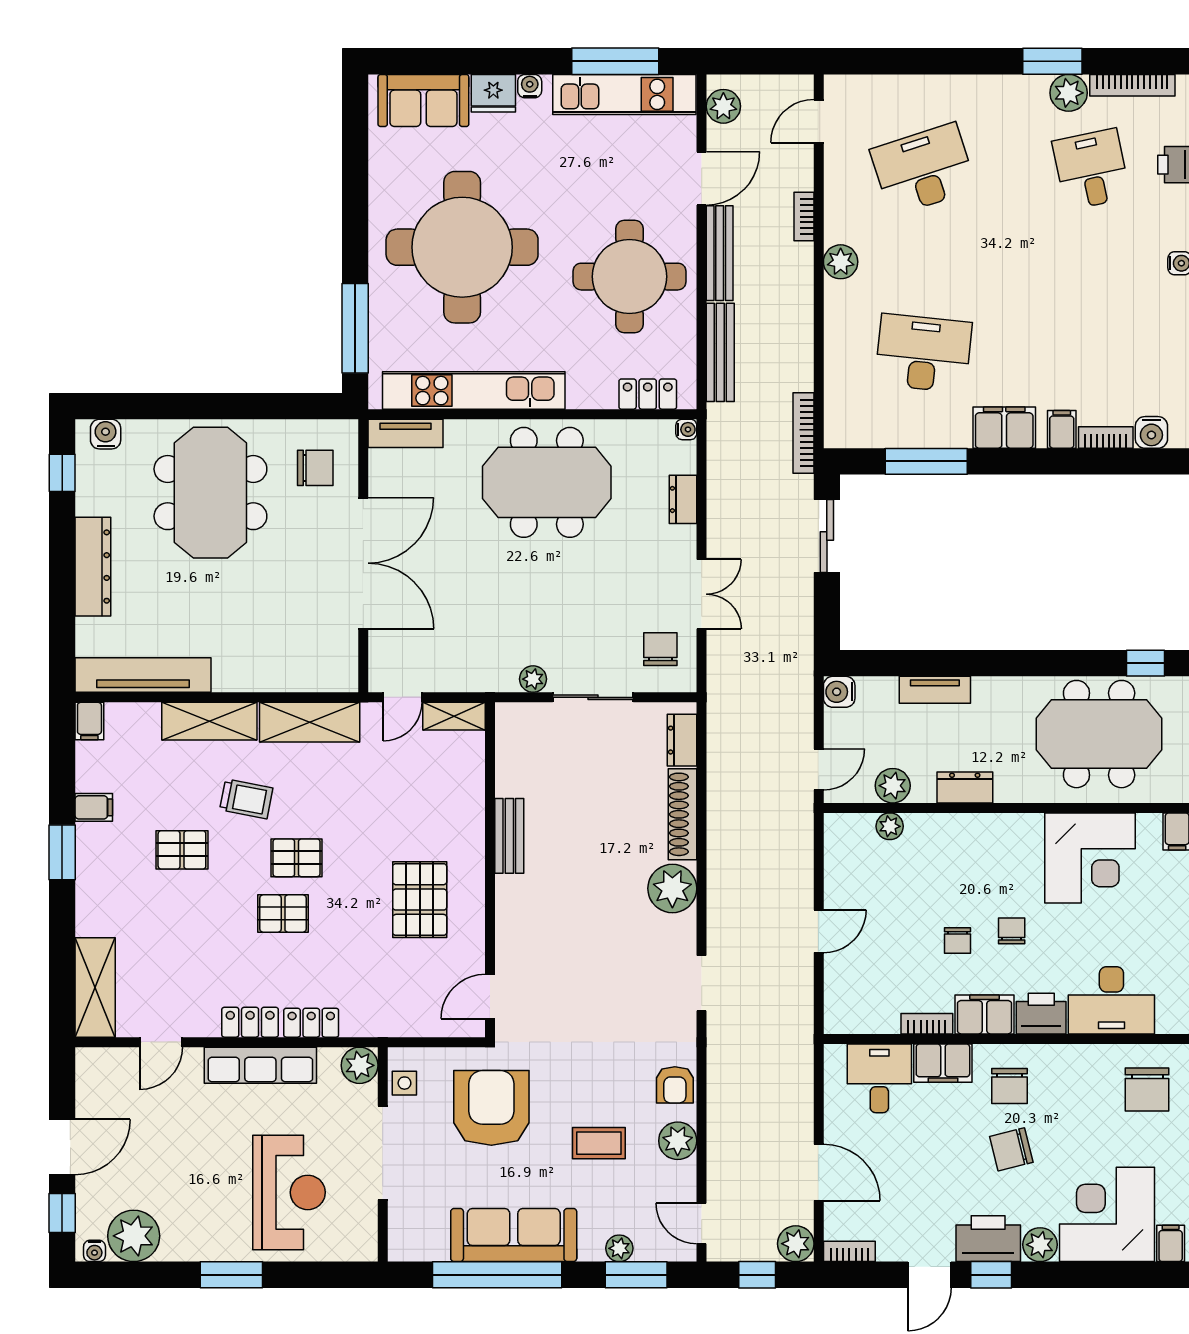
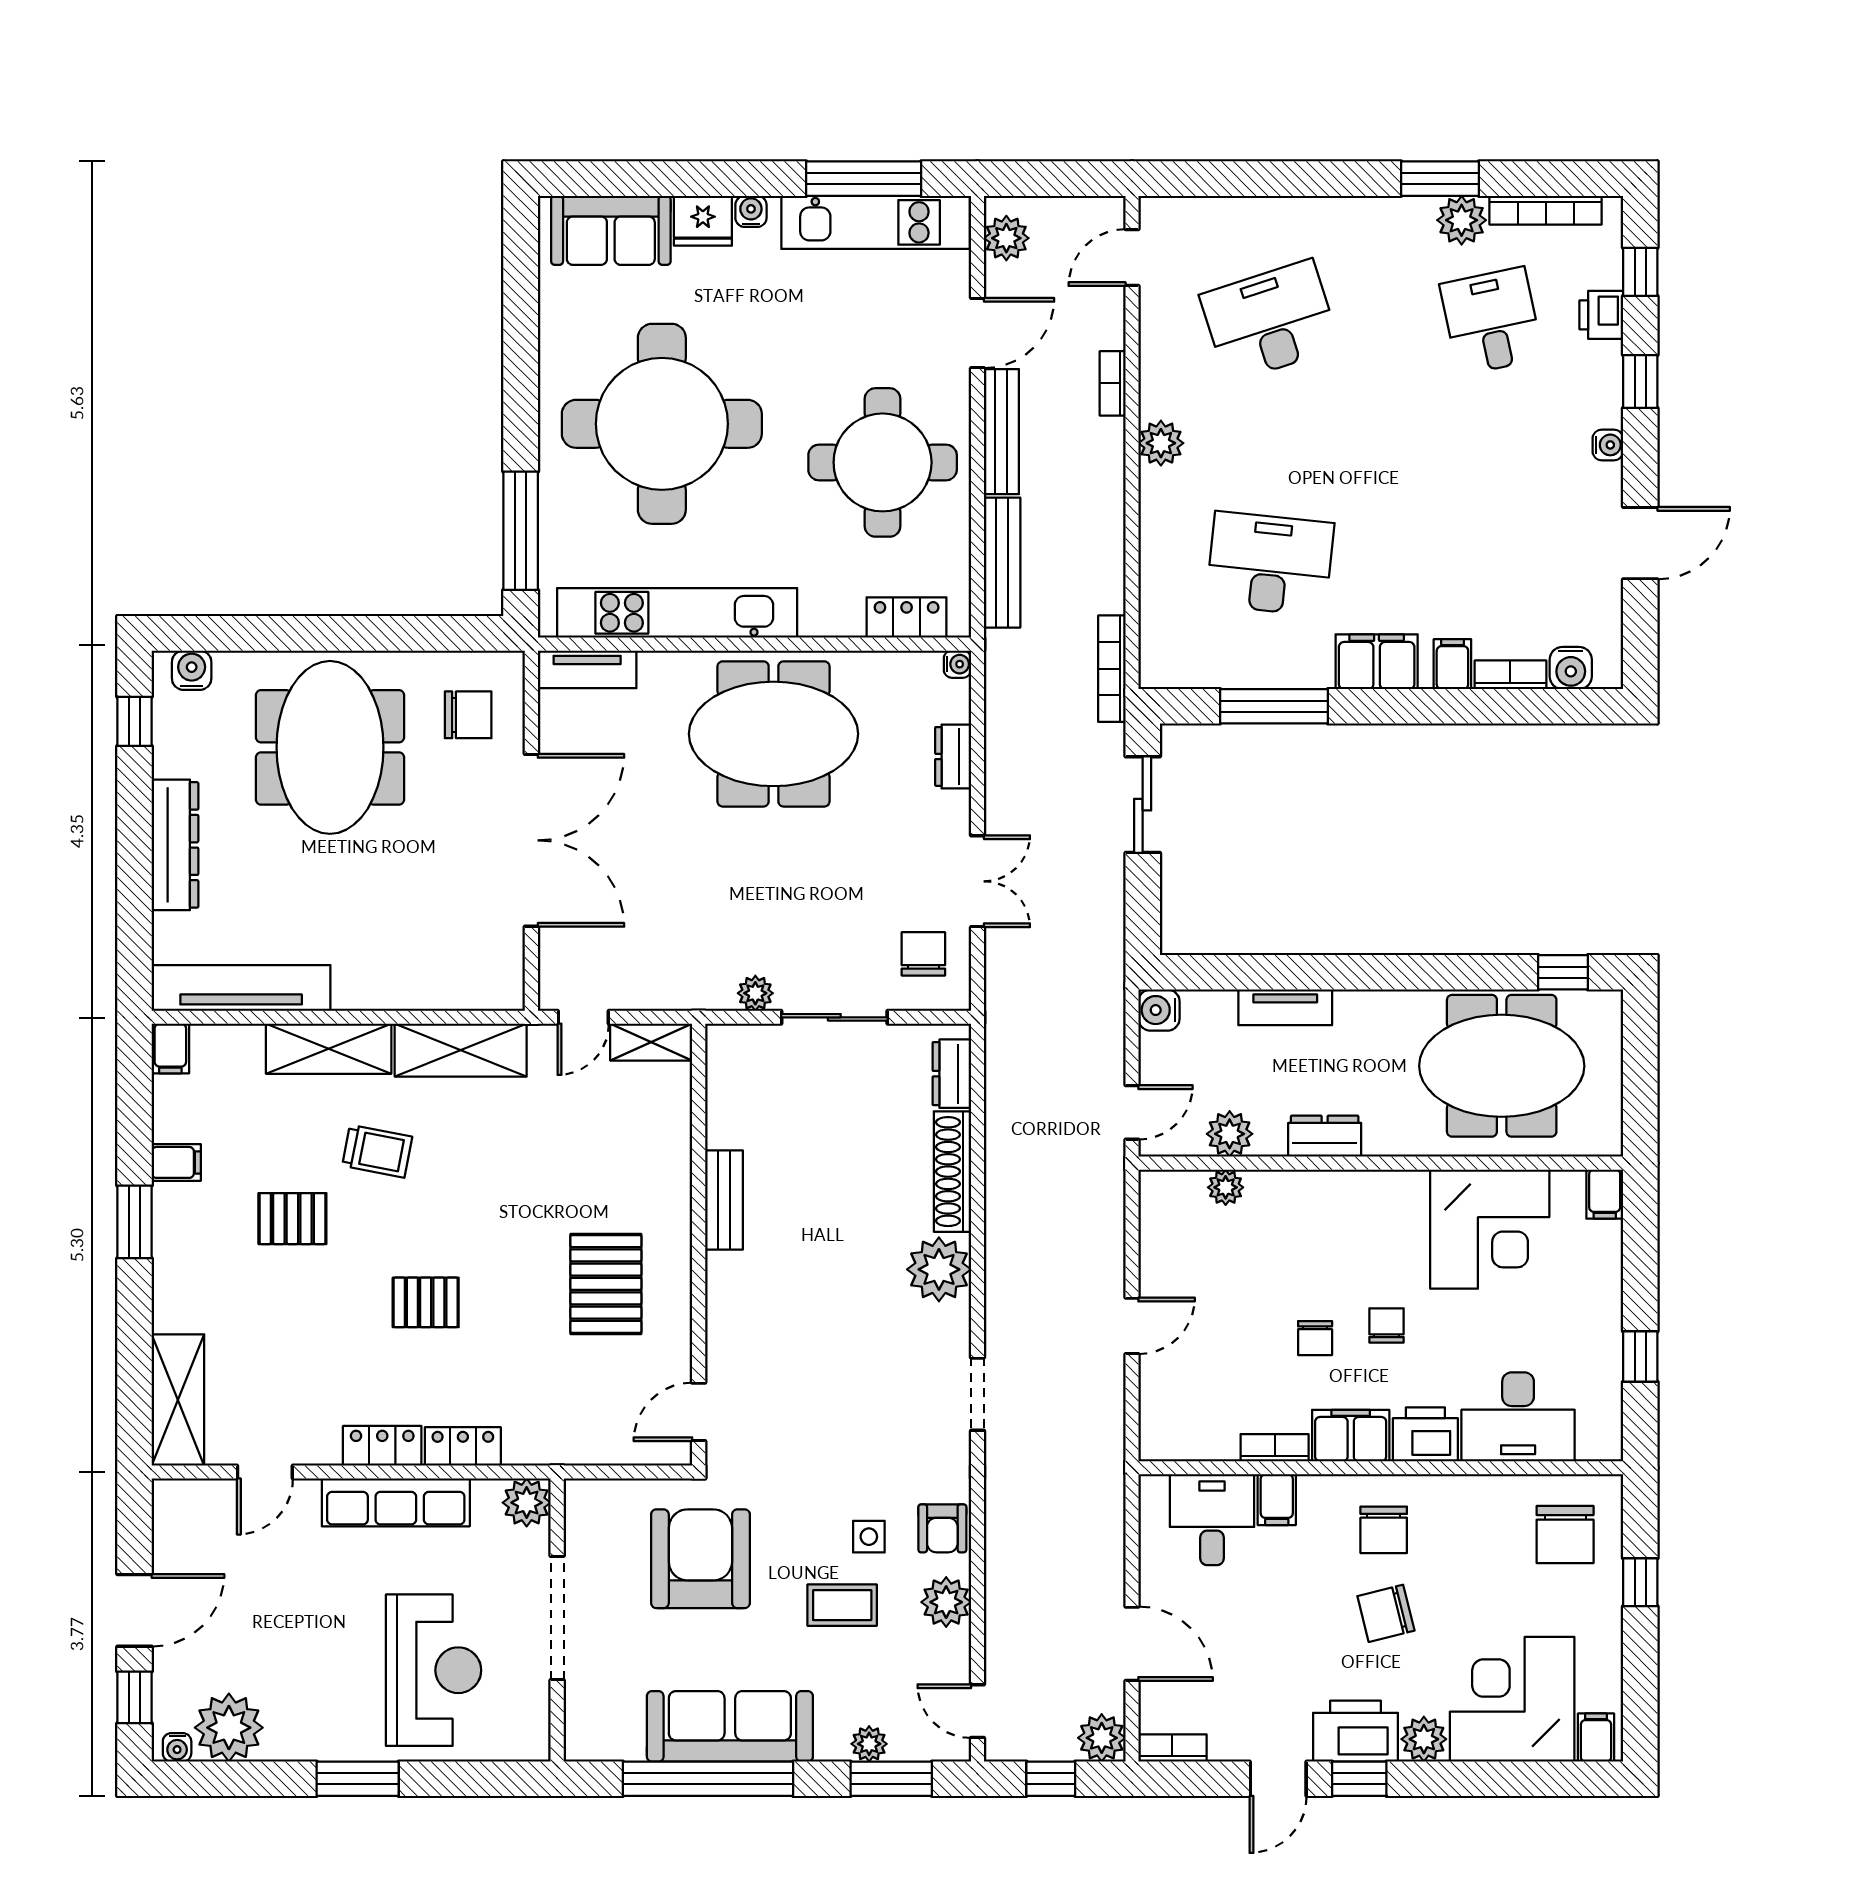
pallet: (297, 858) -> (443, 1229), removed
filing cabinet: (943, 1063) -> (1277, 1500), width x0.50
side table: (404, 1083) -> (869, 1537), moved

